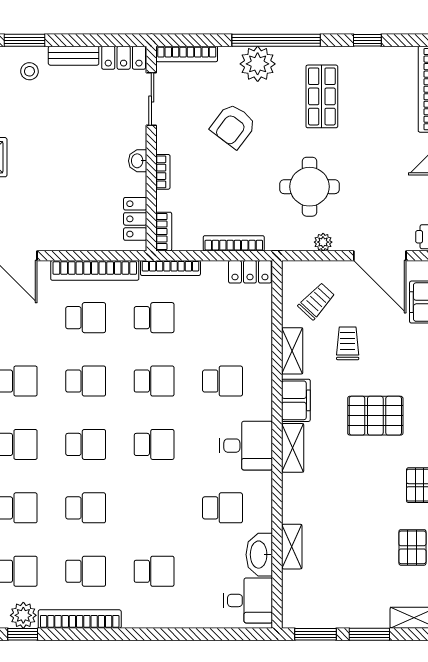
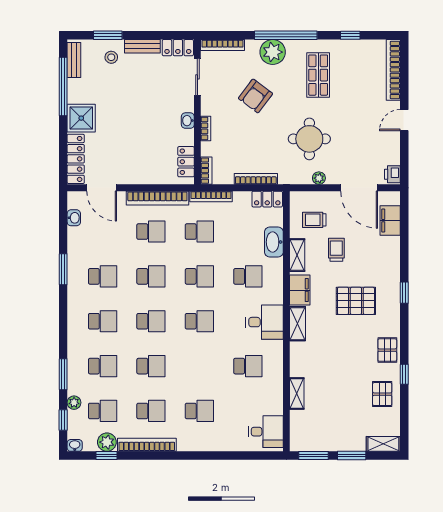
trolley: (317, 301) -> (314, 220), turned -133
washbasin: (259, 555) -> (274, 242), moved

